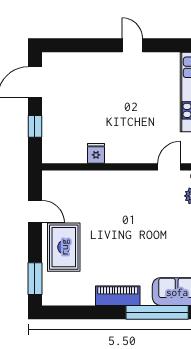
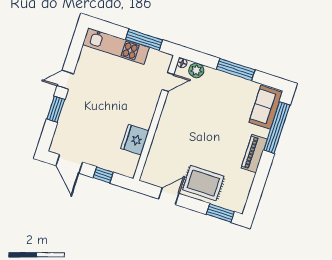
window: (94, 45) -> (56, 109), added
fridge: (96, 153) -> (135, 140), width x1.88, depth x1.34
door: (169, 167) -> (168, 82), swing flipped

